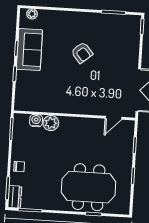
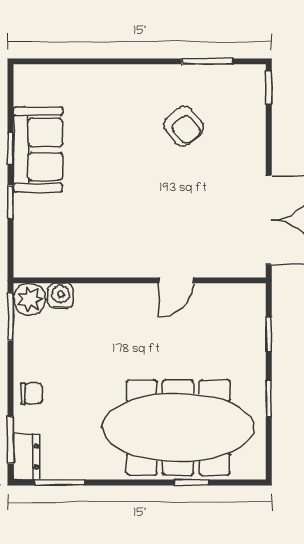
plant: (32, 14) -> (39, 75), removed
armchair: (82, 53) -> (184, 126), moved
door: (113, 118) -> (176, 280), moved
plant: (51, 123) -> (30, 299), moved
meeting table: (89, 187) -> (178, 427), width x1.36

